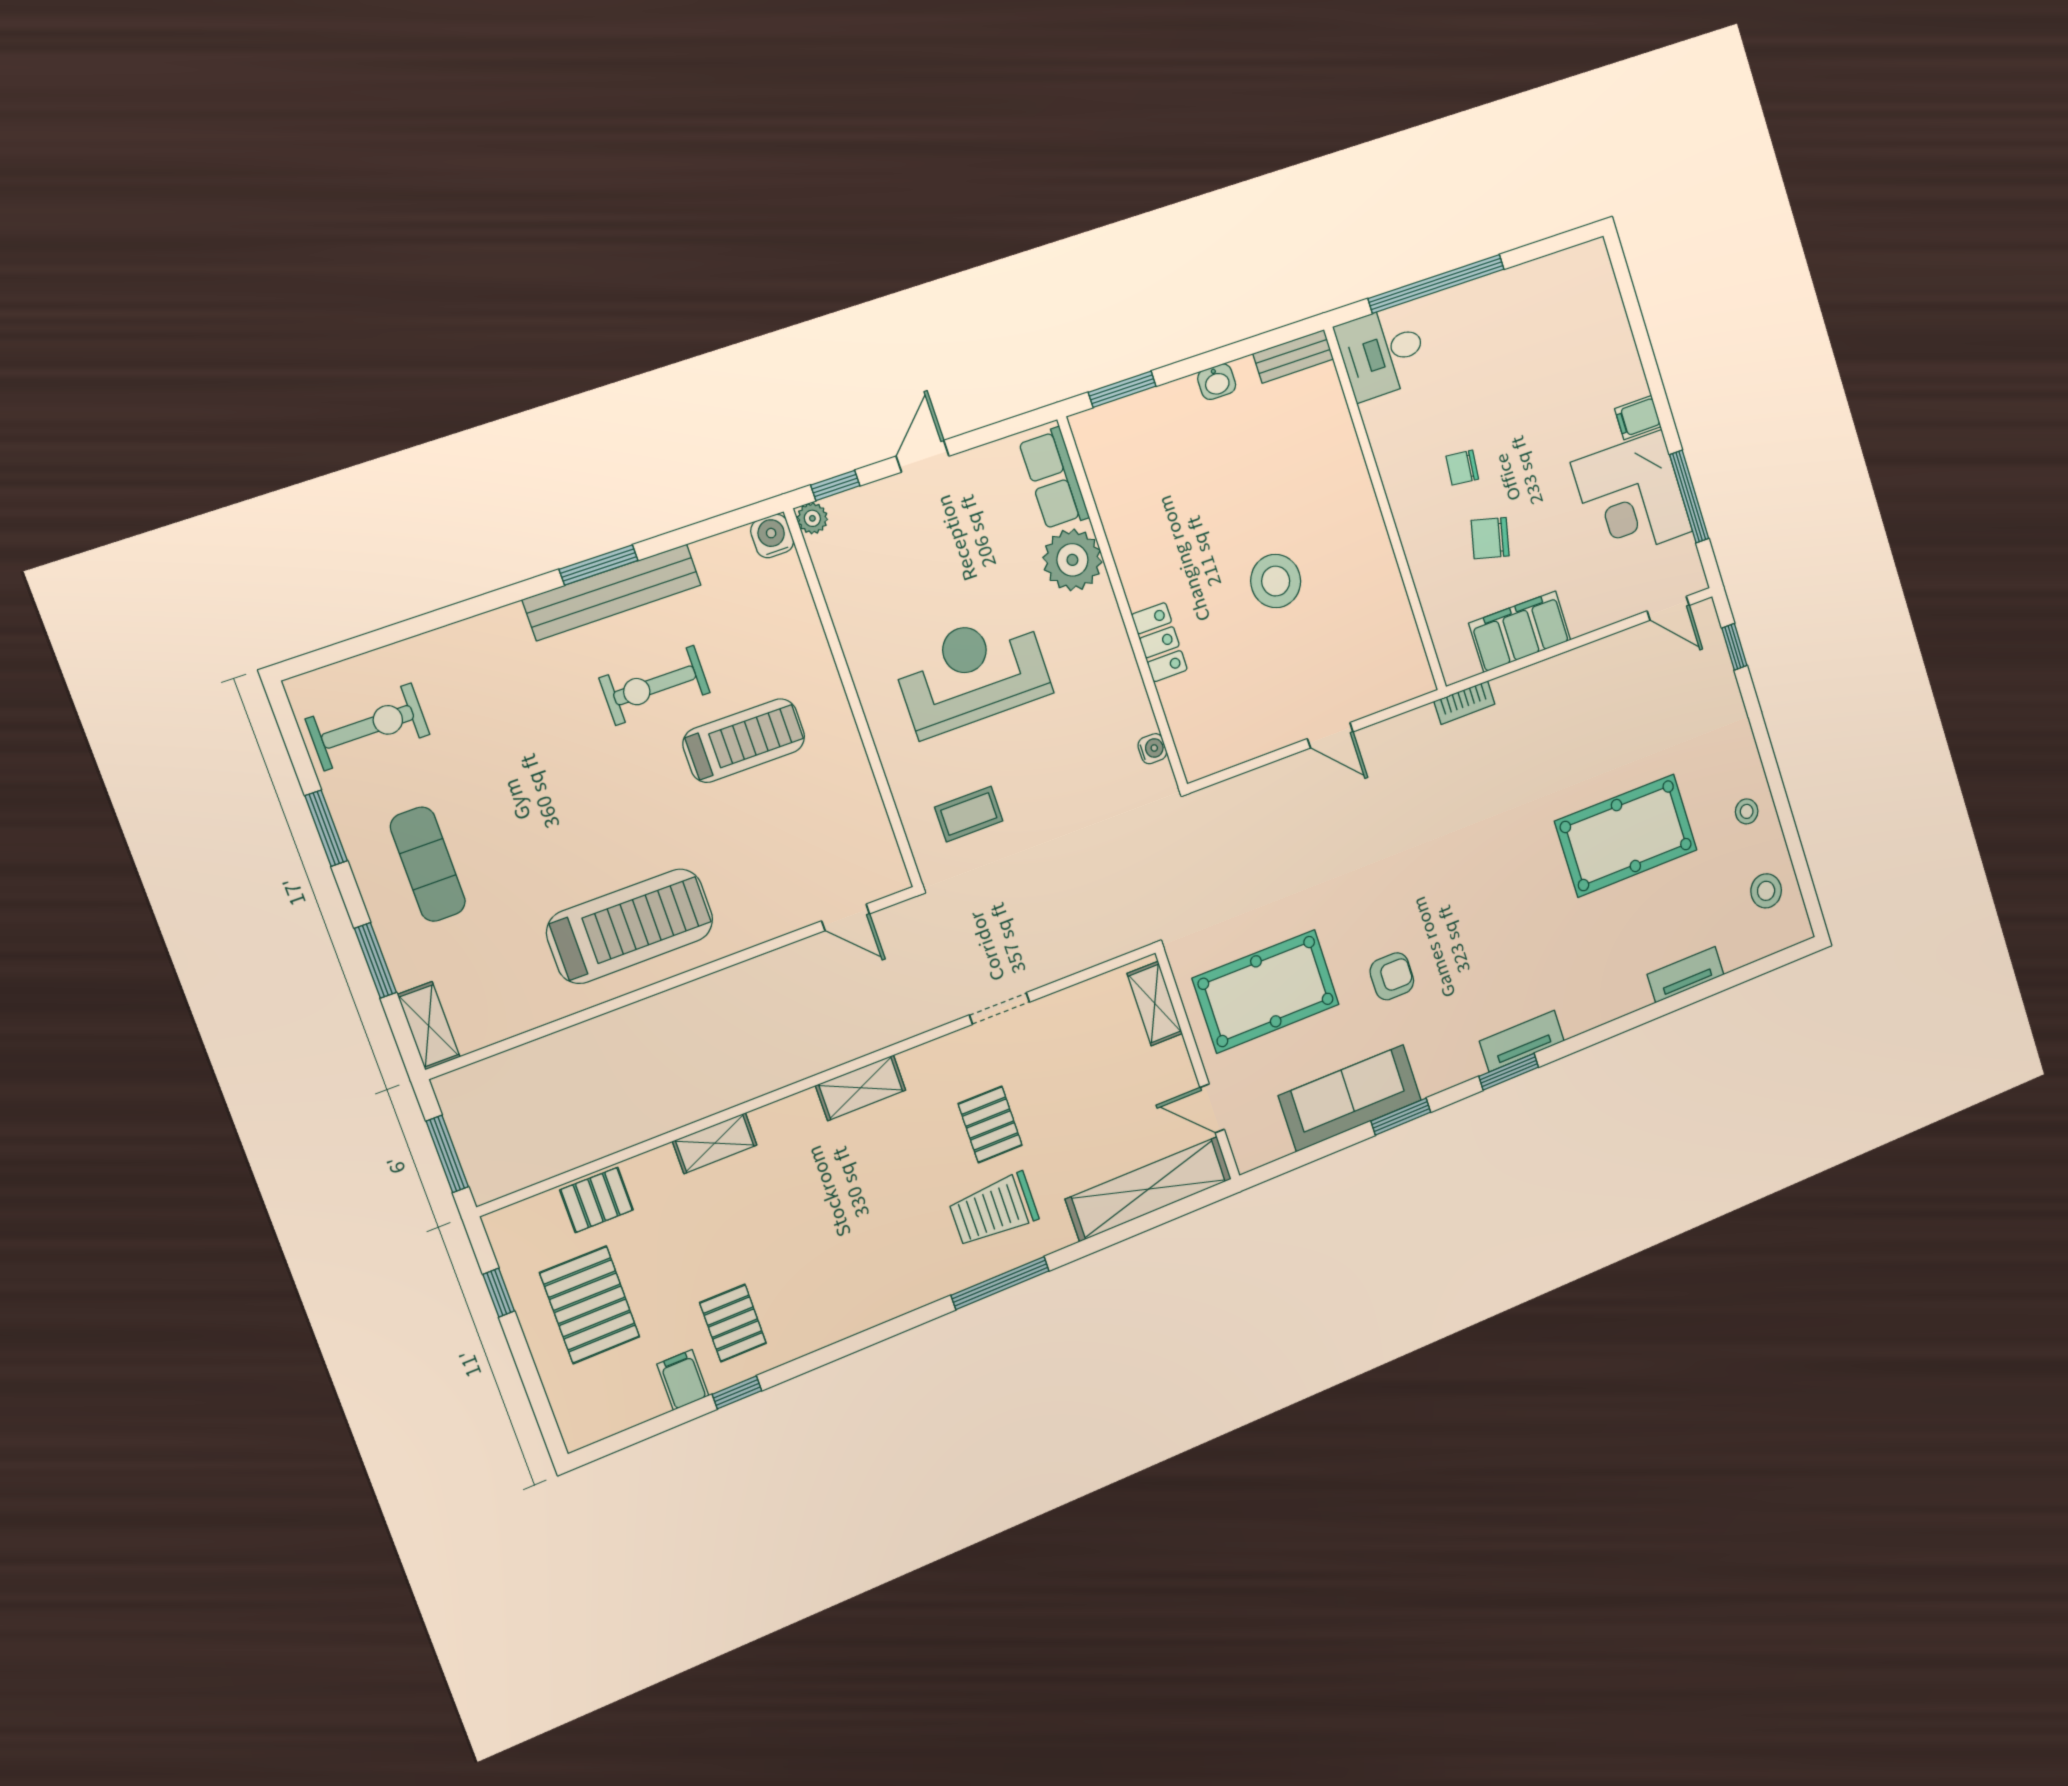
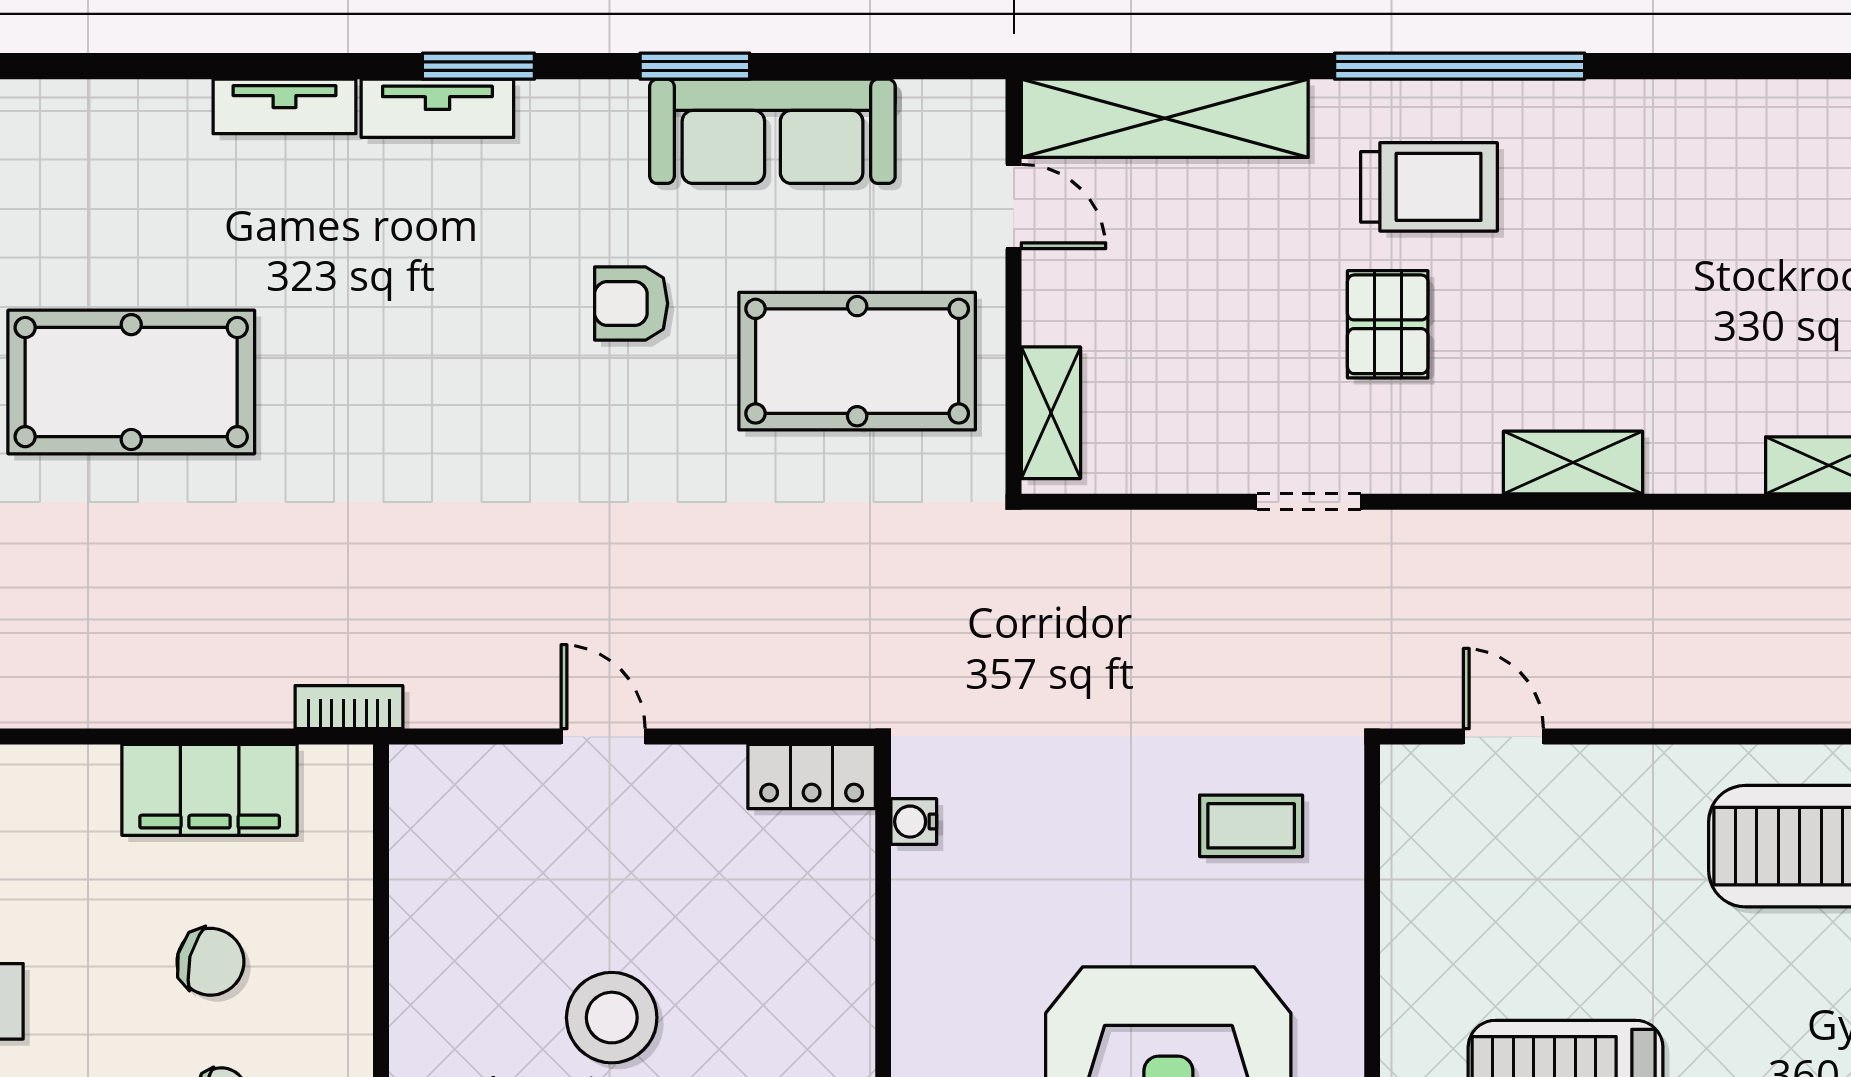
locker: (1159, 642) -> (812, 776), moved, turned -90
tv unit: (1685, 975) -> (285, 106), moved
window: (1000, 1283) -> (1460, 66), width x1.46

